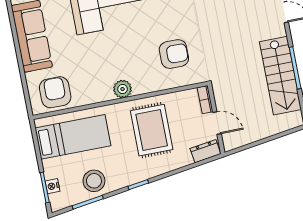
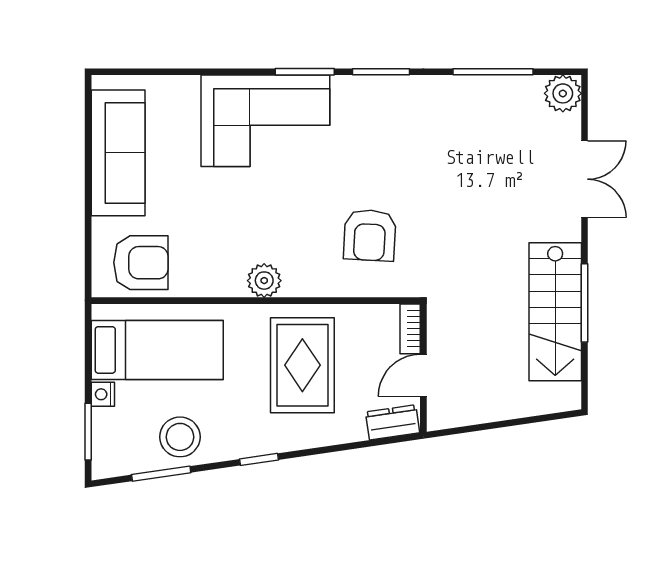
armchair: (174, 54) -> (370, 235), turned 93
armchair: (55, 92) -> (141, 263), turned 90
door: (217, 123) -> (423, 375), swing flipped
nightstand: (52, 186) -> (103, 394), moved

